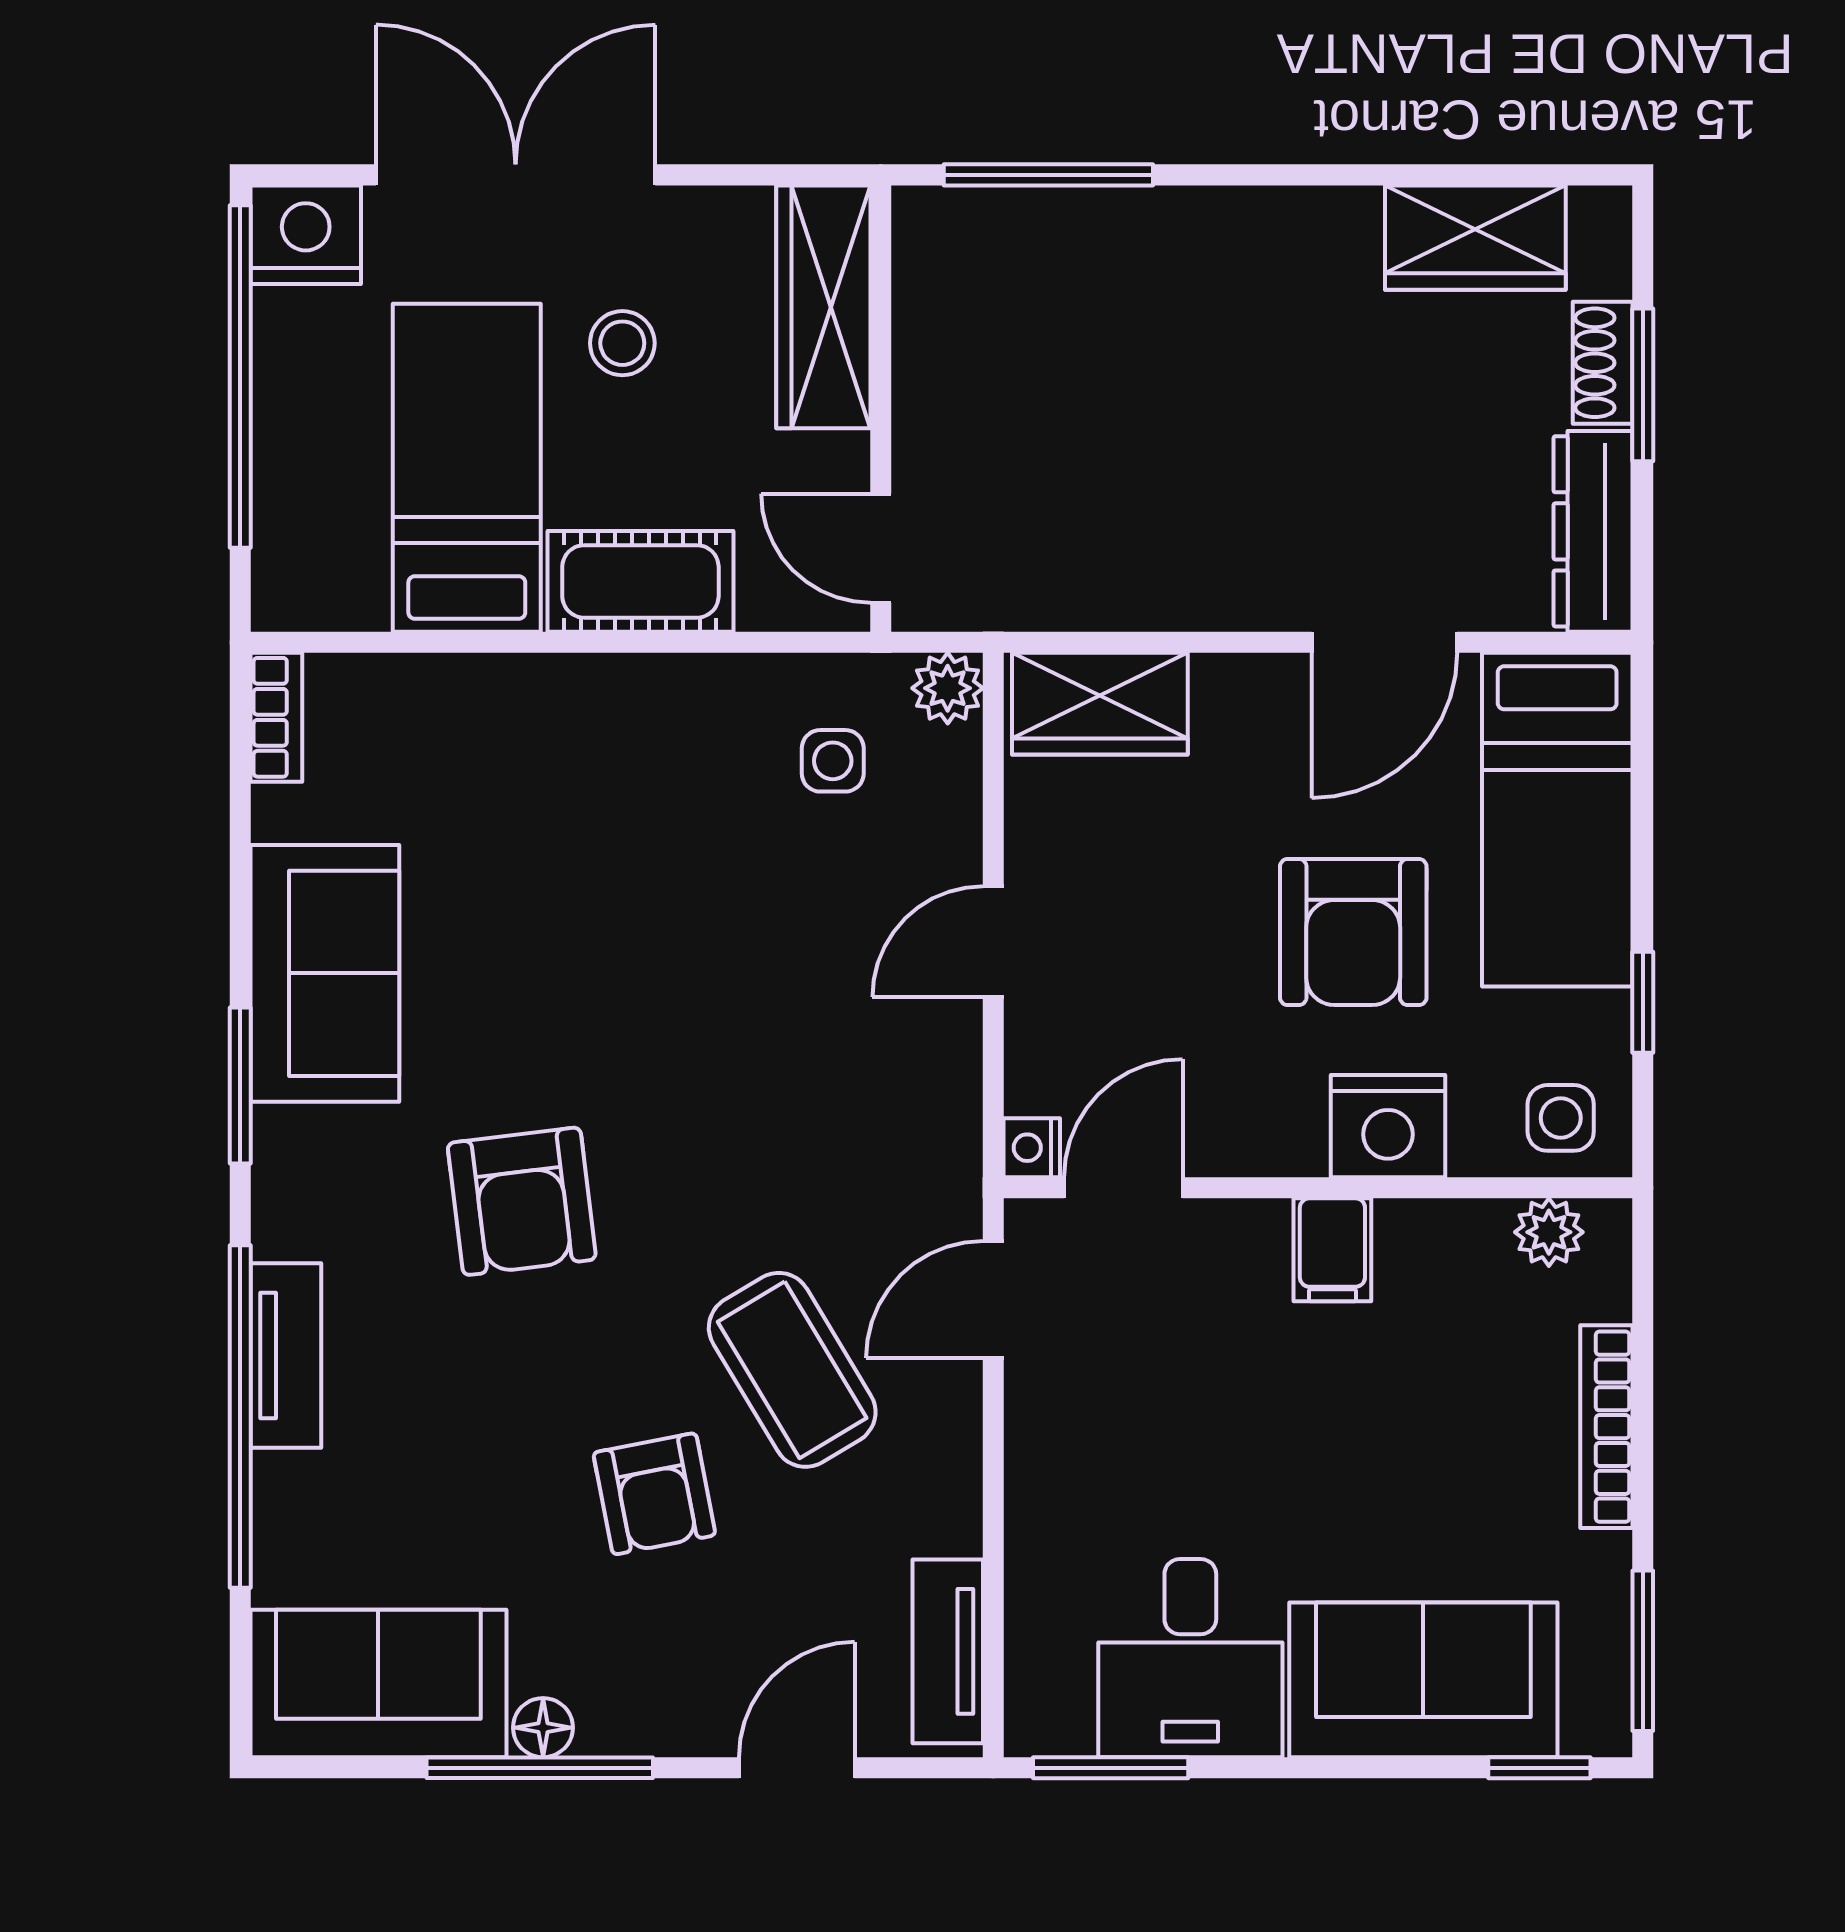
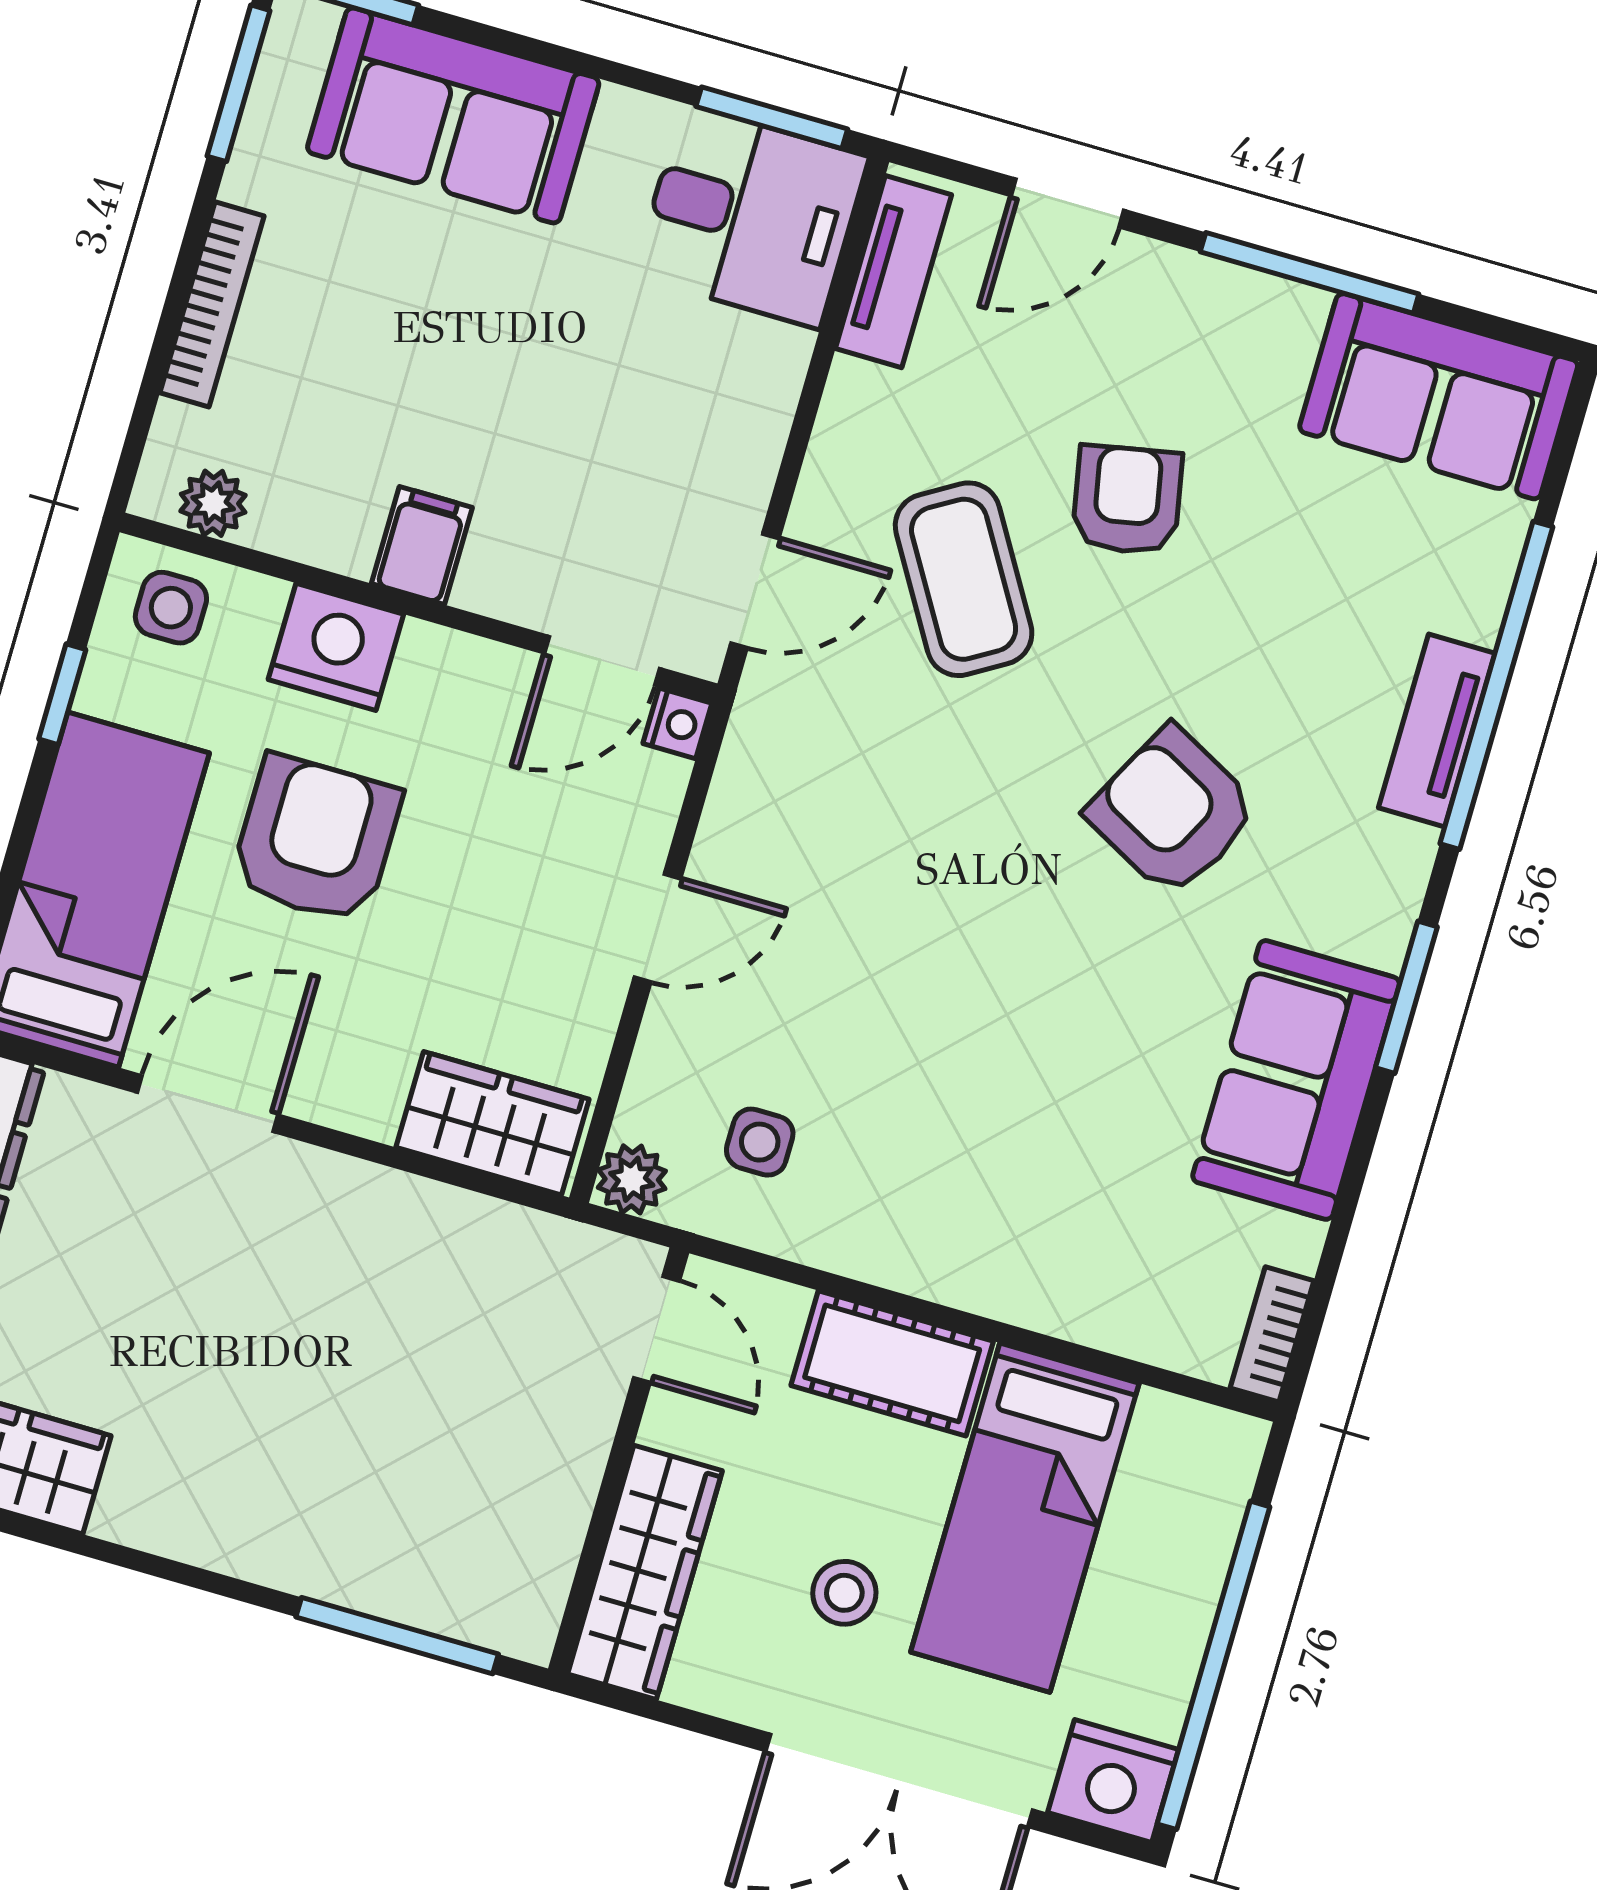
armchair: (522, 1201) -> (1173, 812), turned -55
desk: (1190, 1658) -> (751, 216), moved, turned 90
floor lamp: (543, 1728) -> (1296, 310), removed

